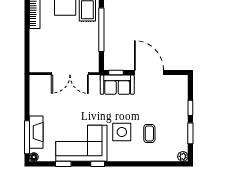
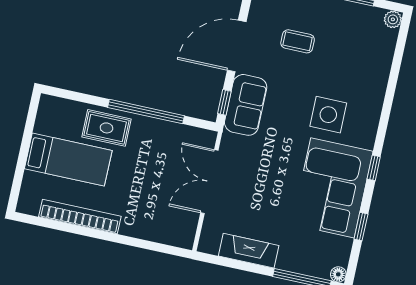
double door: (70, 74) -> (209, 182), swing flipped
fireplace: (36, 132) -> (249, 251), moved
coffee table: (149, 134) -> (298, 41), moved

